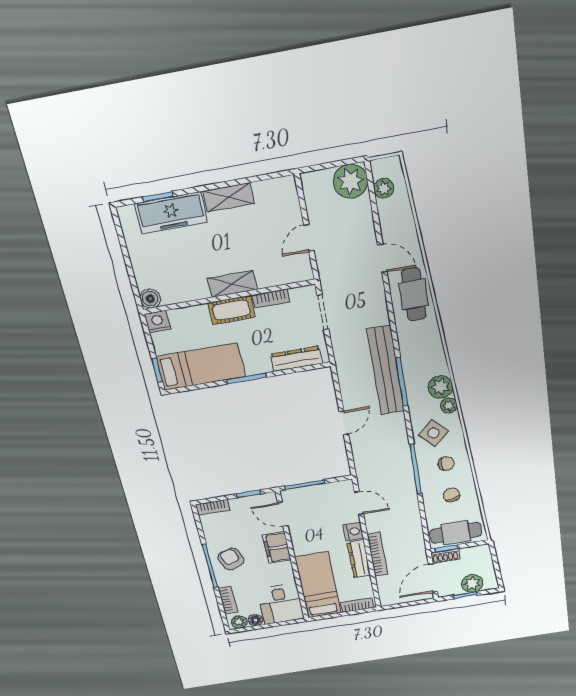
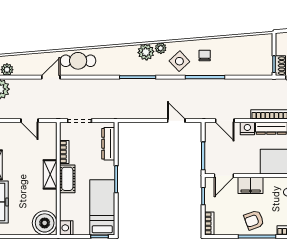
boiler: (150, 299) -> (45, 223), width x1.86, depth x1.86
bench: (386, 371) -> (127, 86), removed
door: (344, 423) -> (176, 121), moved
chair: (451, 495) -> (230, 55), removed
door: (359, 503) -> (225, 121), swing flipped
cafe table: (456, 533) -> (262, 56), removed

